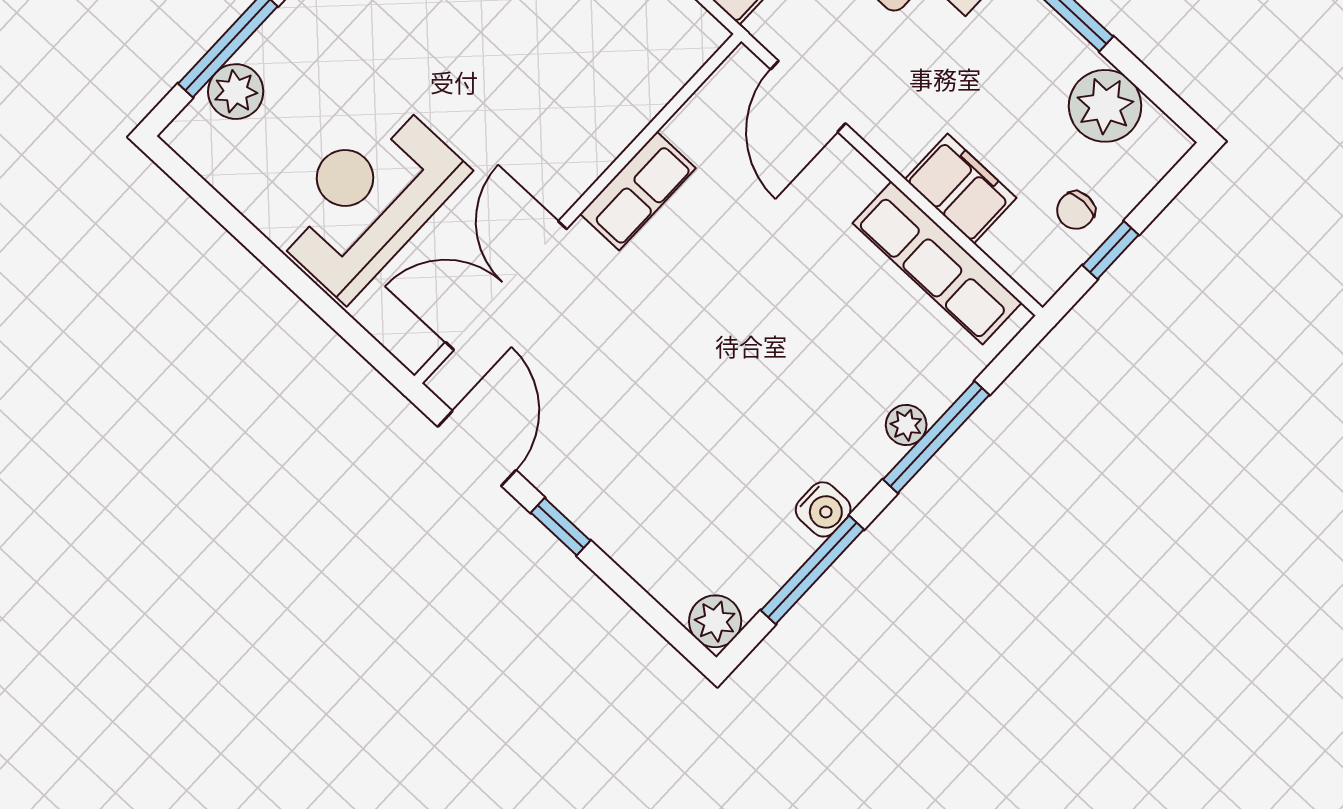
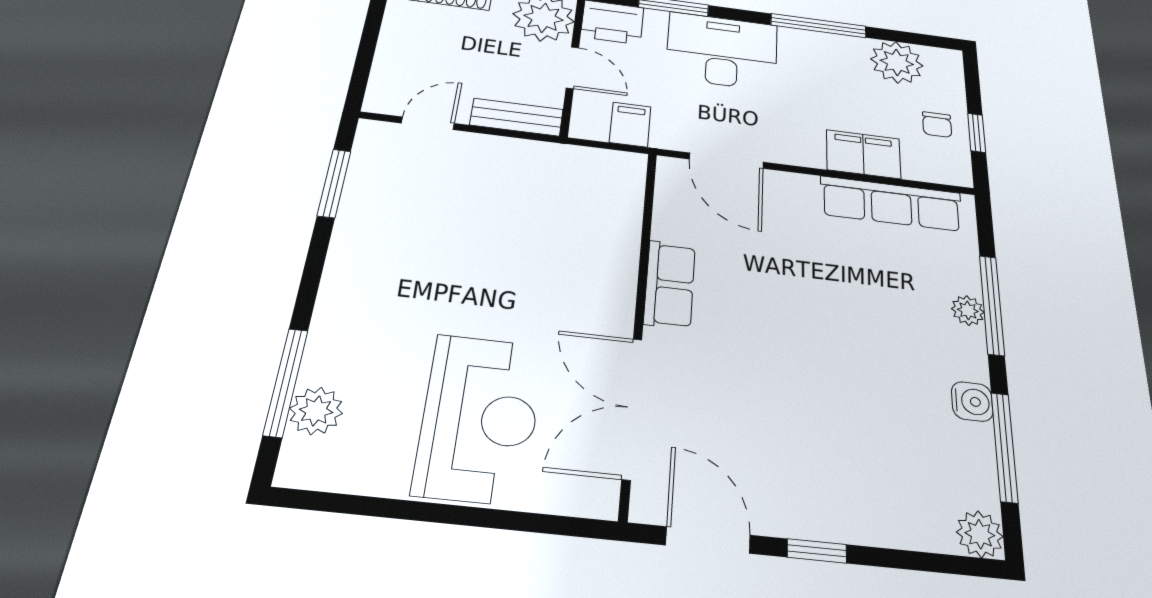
reception desk: (367, 199) -> (480, 418), turned 180

